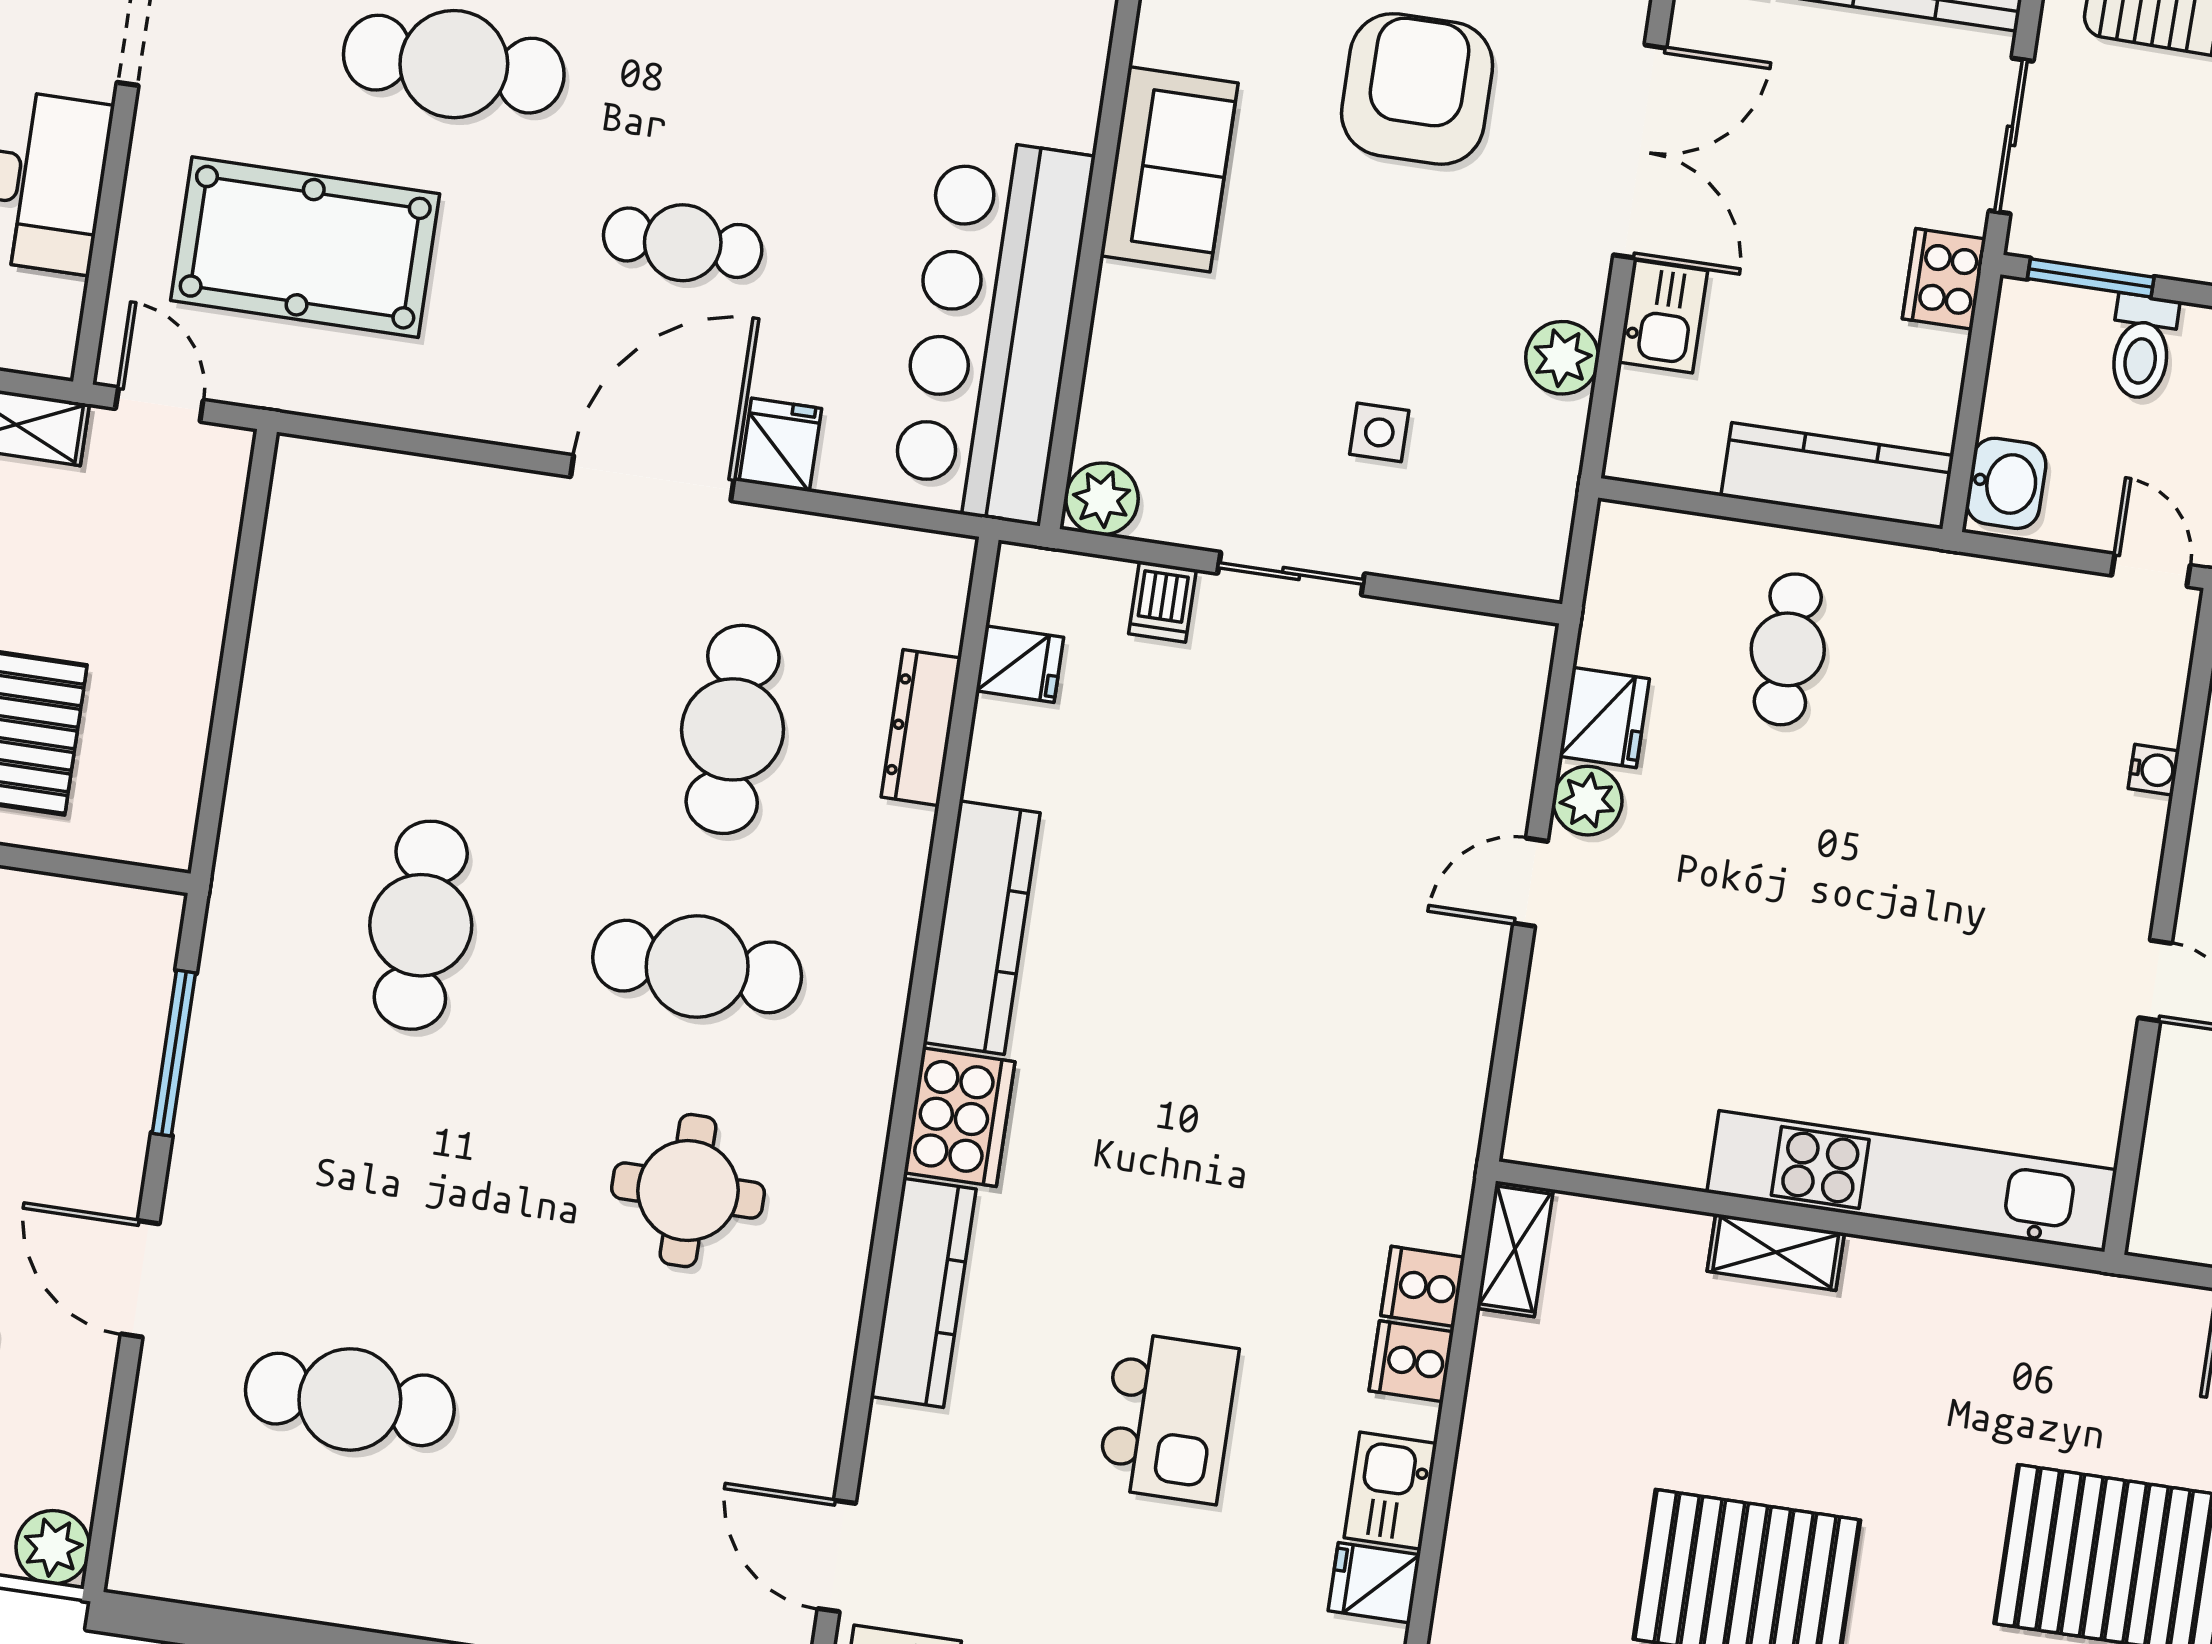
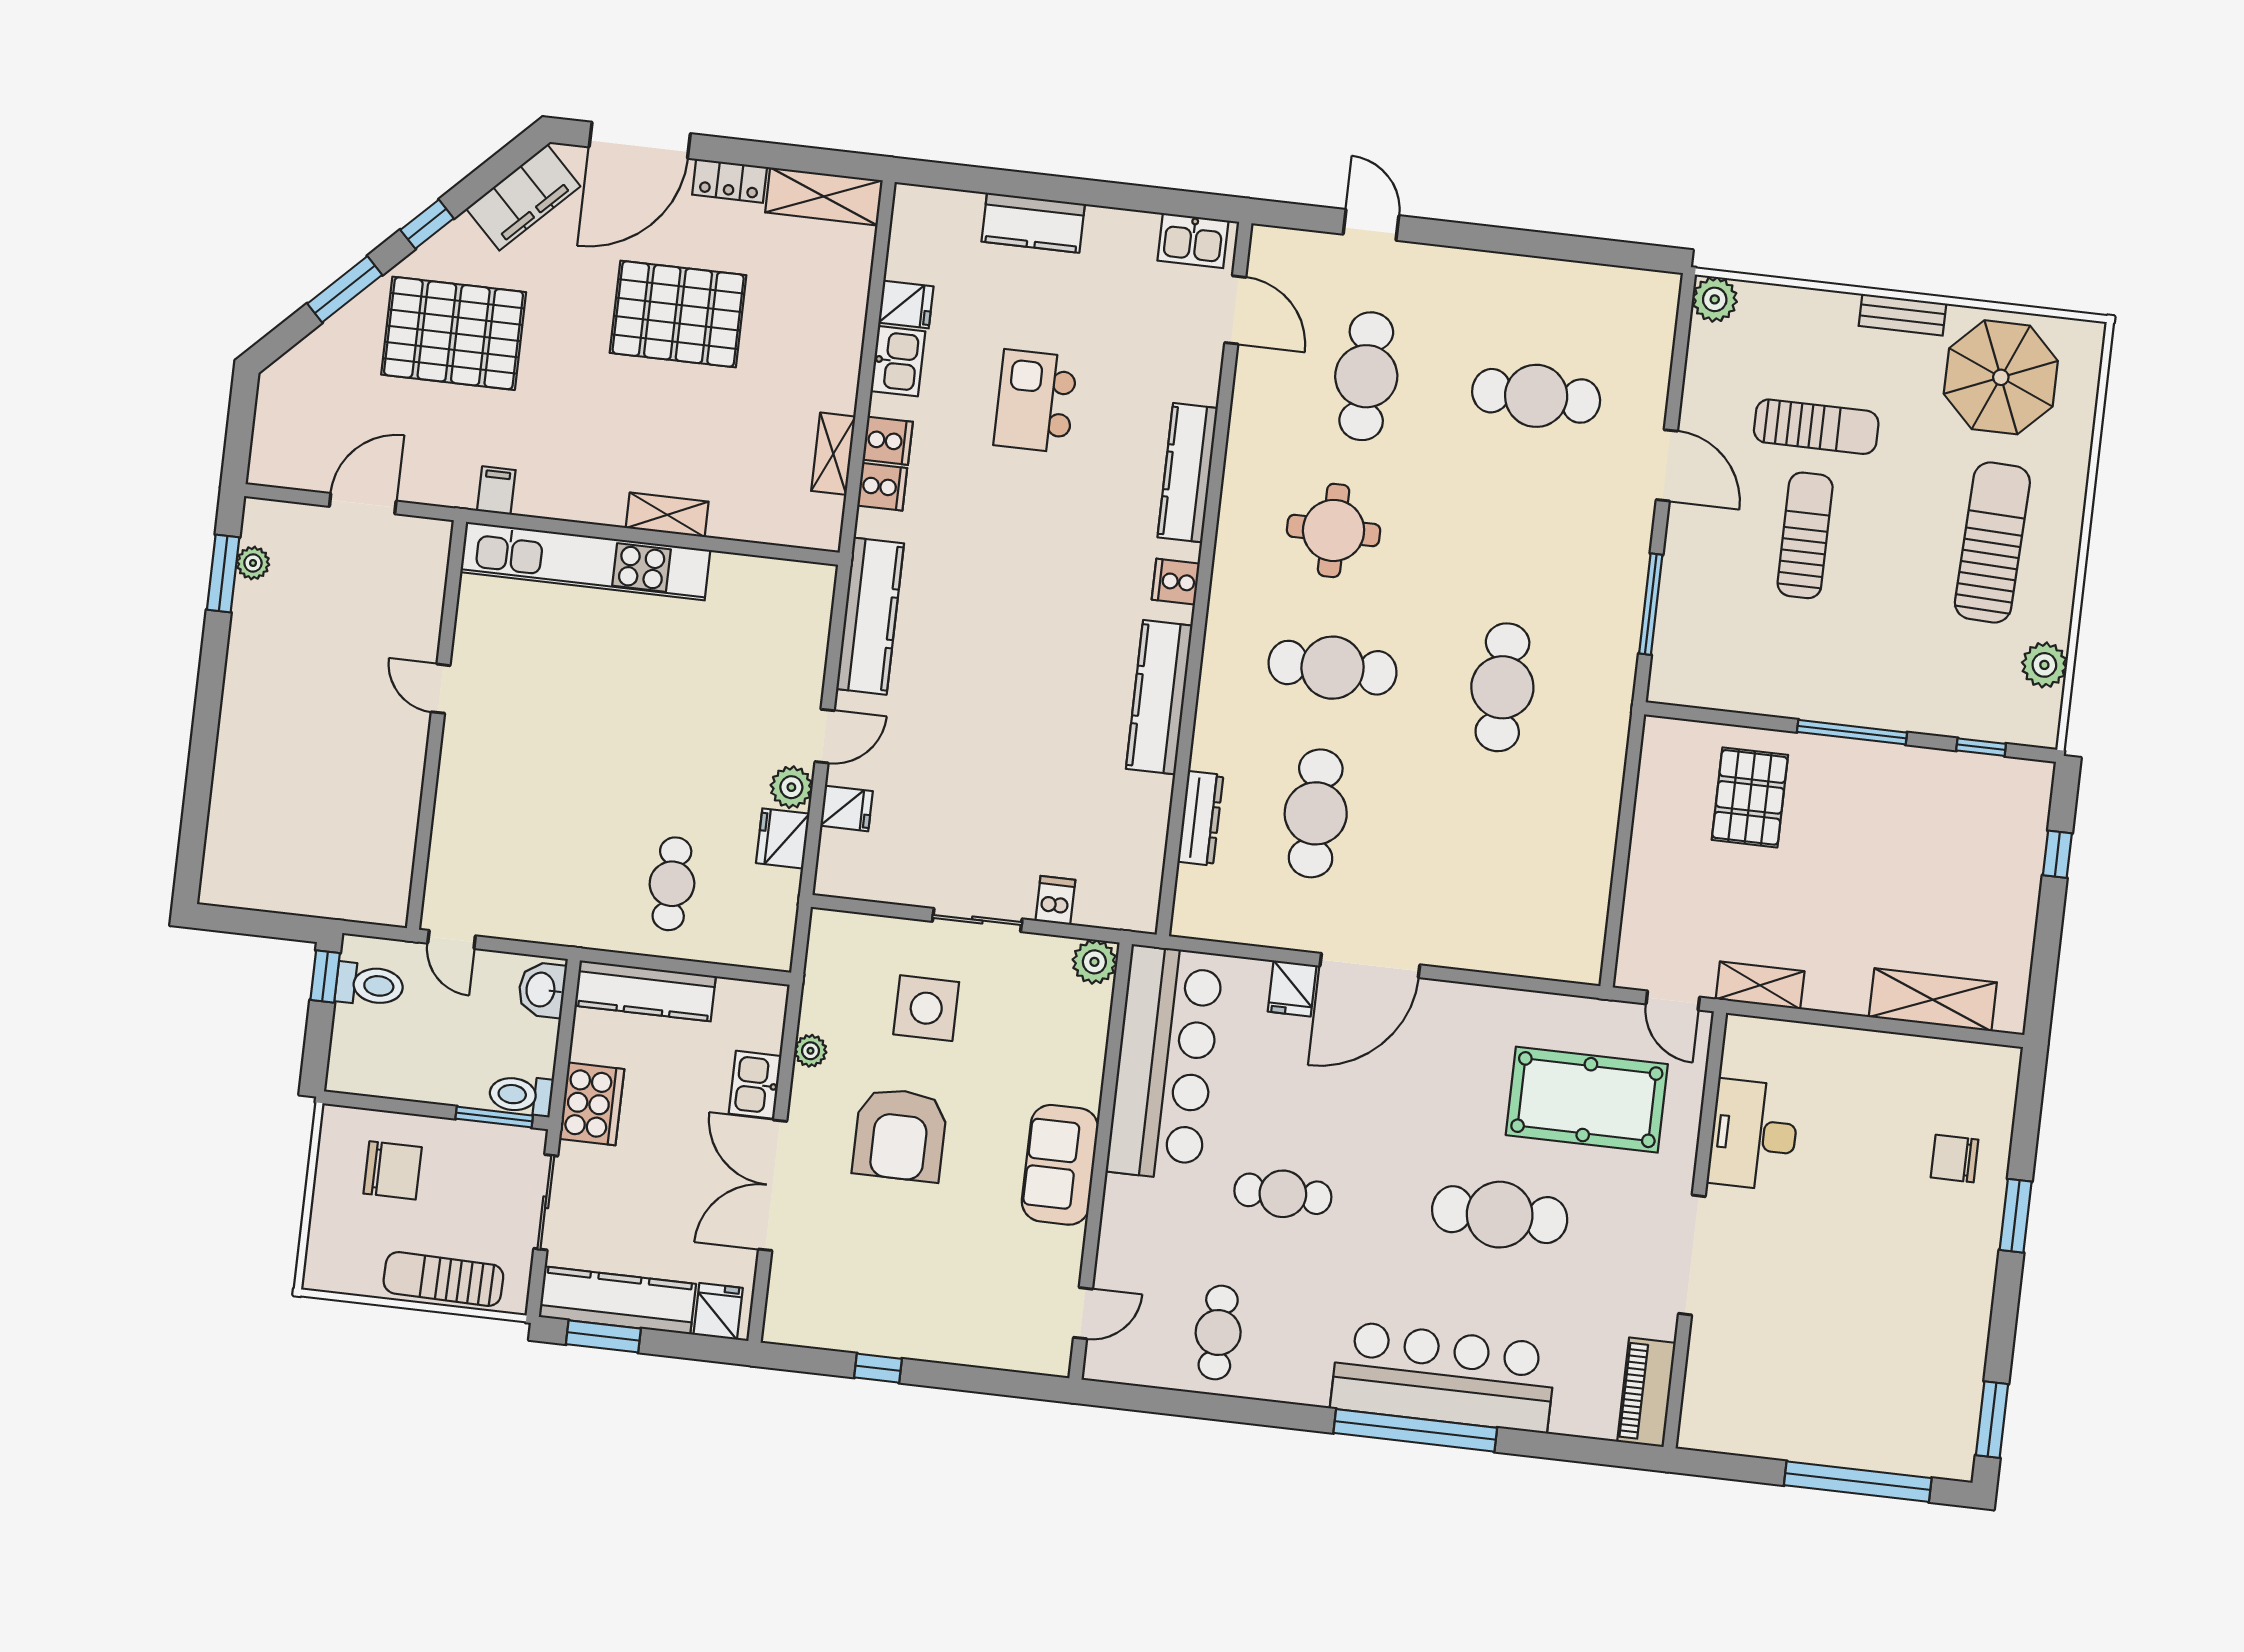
armchair: (1417, 89) -> (900, 1135), moved
cafe table: (683, 243) -> (1283, 1194), moved
cooker: (1944, 279) -> (592, 1104), width x1.37, depth x1.31
toilet: (2142, 347) -> (521, 1095), moved, turned -90
plant: (1562, 358) -> (810, 1051), width x0.73, depth x0.73
side table: (1379, 432) -> (926, 1008), width x1.87, depth x1.87
fridge: (1020, 664) -> (847, 808), moved, turned 180
water cooler: (2154, 770) -> (446, 818), removed
kitchen counter: (1450, 1076) -> (870, 616), added
cooker: (959, 1117) -> (1176, 582), width x0.53, depth x0.76
shelving: (1515, 1249) -> (833, 454), moved
filing cabinet: (2053, 1301) -> (496, 490), added
cafe table: (626, 1441) -> (1366, 376), added

